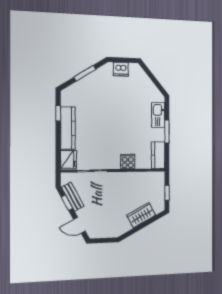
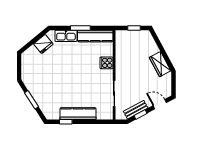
dishwasher: (121, 69) -> (27, 69), removed
kitchen counter: (158, 155) -> (95, 36), width x1.50
fridge: (69, 159) -> (43, 44), moved, turned 141
wardrobe: (141, 215) -> (160, 64), moved
door: (79, 225) -> (160, 104), swing flipped

